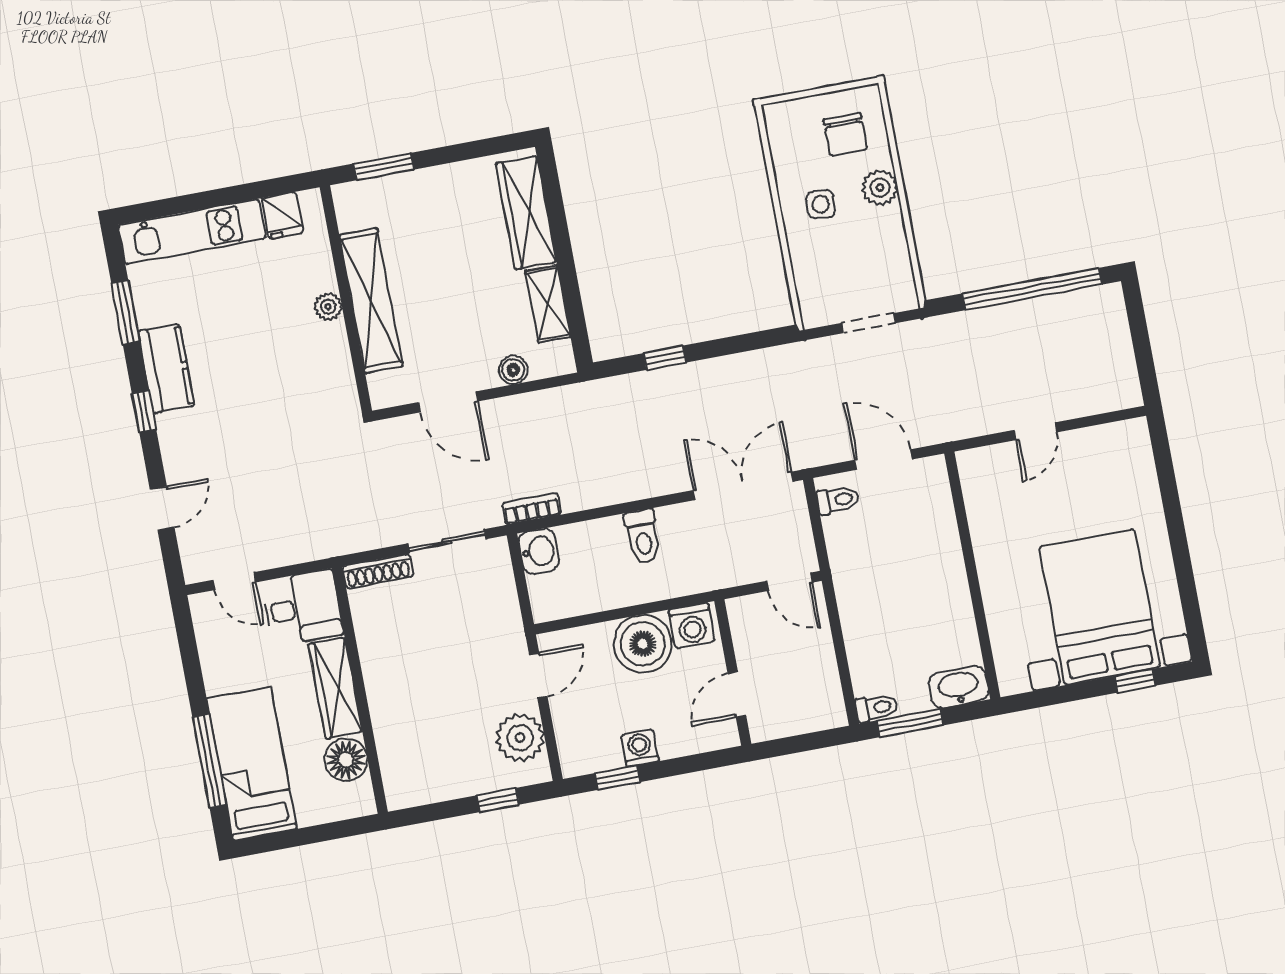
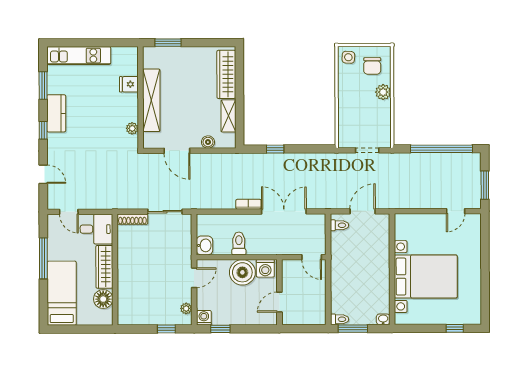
side table: (821, 204) -> (348, 57), moved
fridge: (283, 216) -> (129, 84), moved, turned 90
plant: (328, 307) -> (132, 128), moved
window: (1143, 352) -> (485, 185), added
door: (1035, 431) -> (456, 211), moved
door: (883, 460) -> (363, 211), hinge flipped
double door: (743, 486) -> (284, 211), moved
door: (162, 508) -> (43, 174), hinge flipped
bookcase: (532, 509) -> (248, 204), moved
toilet: (643, 536) -> (239, 243), moved, turned 180
washbasin: (539, 551) -> (204, 245), moved
bed with nightstands: (1100, 607) -> (426, 276), moved, turned 90
washbasin: (959, 687) -> (383, 319), width x0.52, depth x0.69
plant: (520, 738) -> (186, 308), width x0.53, depth x0.53
washing machine: (640, 748) -> (204, 318), moved
window: (209, 761) -> (43, 258), moved

